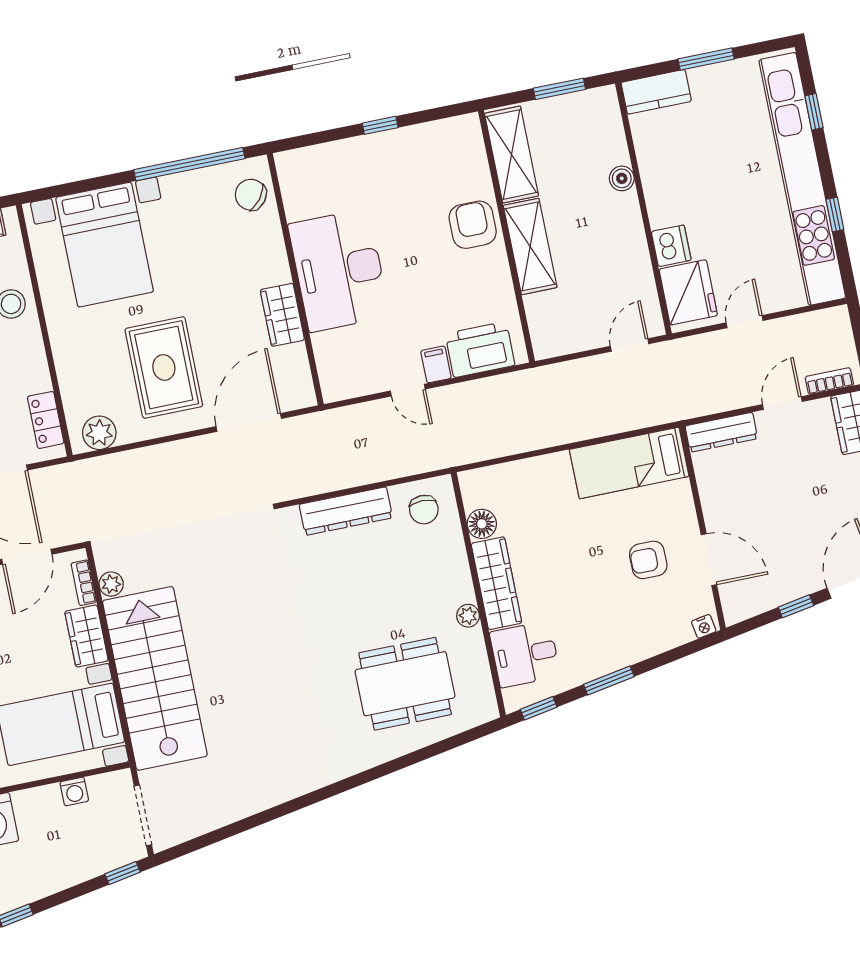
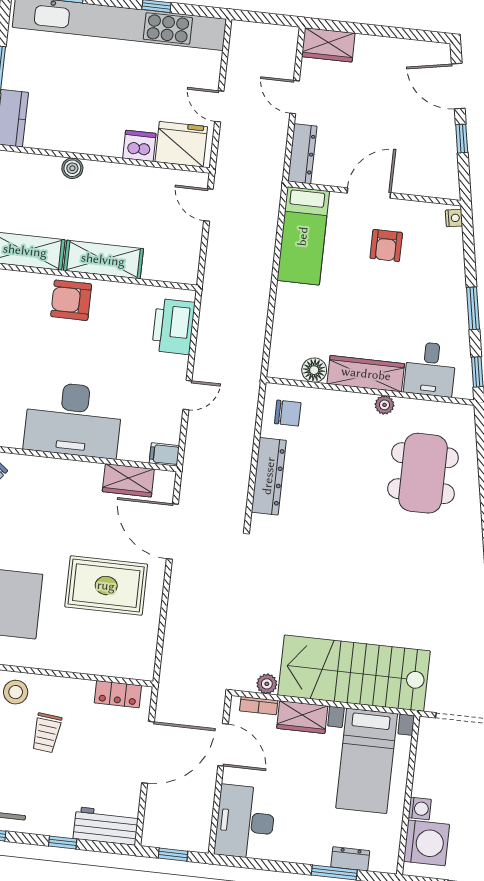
wardrobe: (282, 315) -> (128, 480), moved
filing cabinet: (436, 364) -> (164, 454), moved
bookcase: (829, 381) -> (289, 53), removed
plant: (99, 433) -> (142, 654), removed
door: (709, 560) -> (369, 193), moved
washing machine: (74, 792) -> (420, 809), moved

